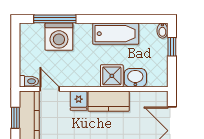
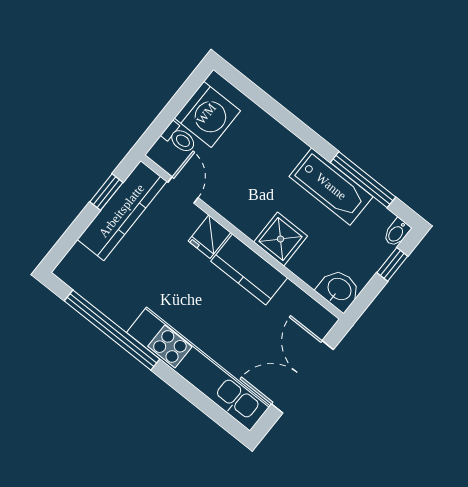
window: (55, 19) -> (363, 180), moved
washing machine: (59, 37) -> (207, 114), moved, turned -90
washbasin: (135, 78) -> (339, 290), moved
toilet: (29, 81) -> (179, 138), moved

